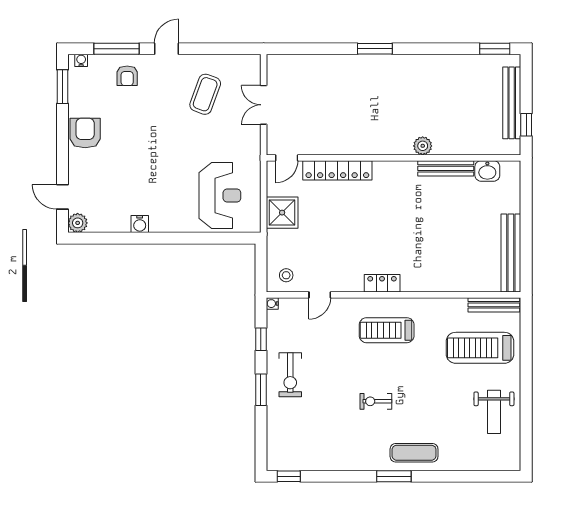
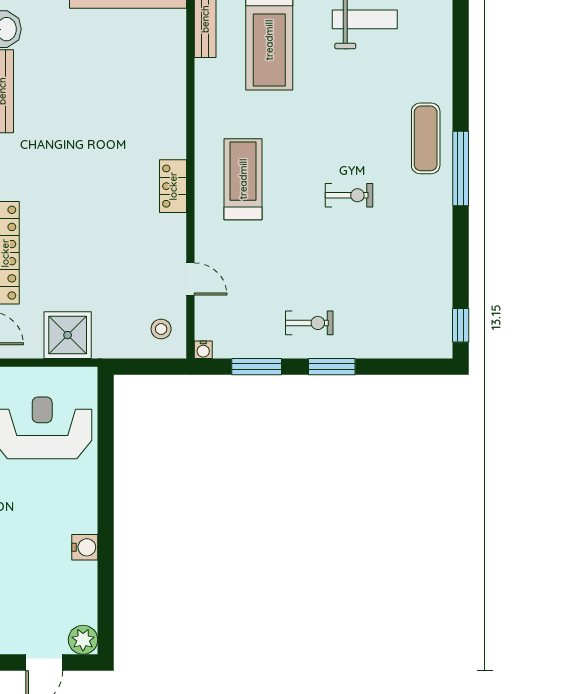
treadmill: (387, 330) -> (243, 179), turned 180
window: (261, 339) -> (257, 367), width x1.50
exercise bike: (290, 375) -> (309, 323), width x0.73, depth x0.72
exercise bike: (376, 401) -> (349, 195), turned -90
window: (394, 476) -> (461, 169), width x1.44

